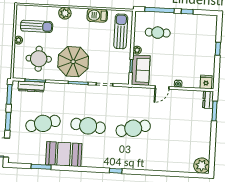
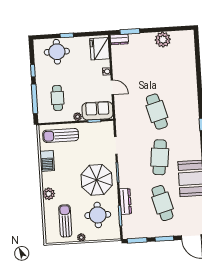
round table: (203, 37) -> (57, 52), added
fridge: (206, 82) -> (100, 49), width x1.88, depth x1.34
dresser: (31, 86) -> (125, 201), moved
plant: (202, 166) -> (163, 40), moved

